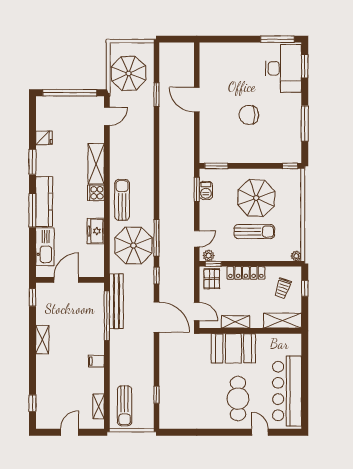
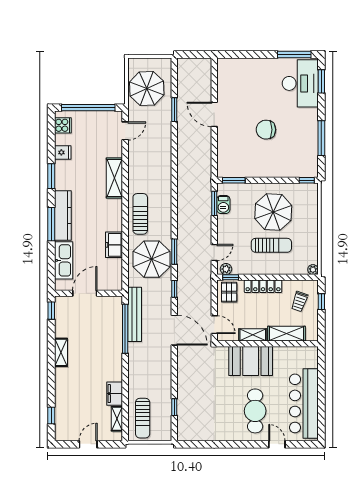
cooker: (96, 193) -> (63, 125), moved, turned 180
window: (156, 238) -> (174, 252), width x0.69
shelving: (283, 321) -> (286, 334), moved
filing cabinet: (96, 361) -> (115, 394), moved, width x2.00

